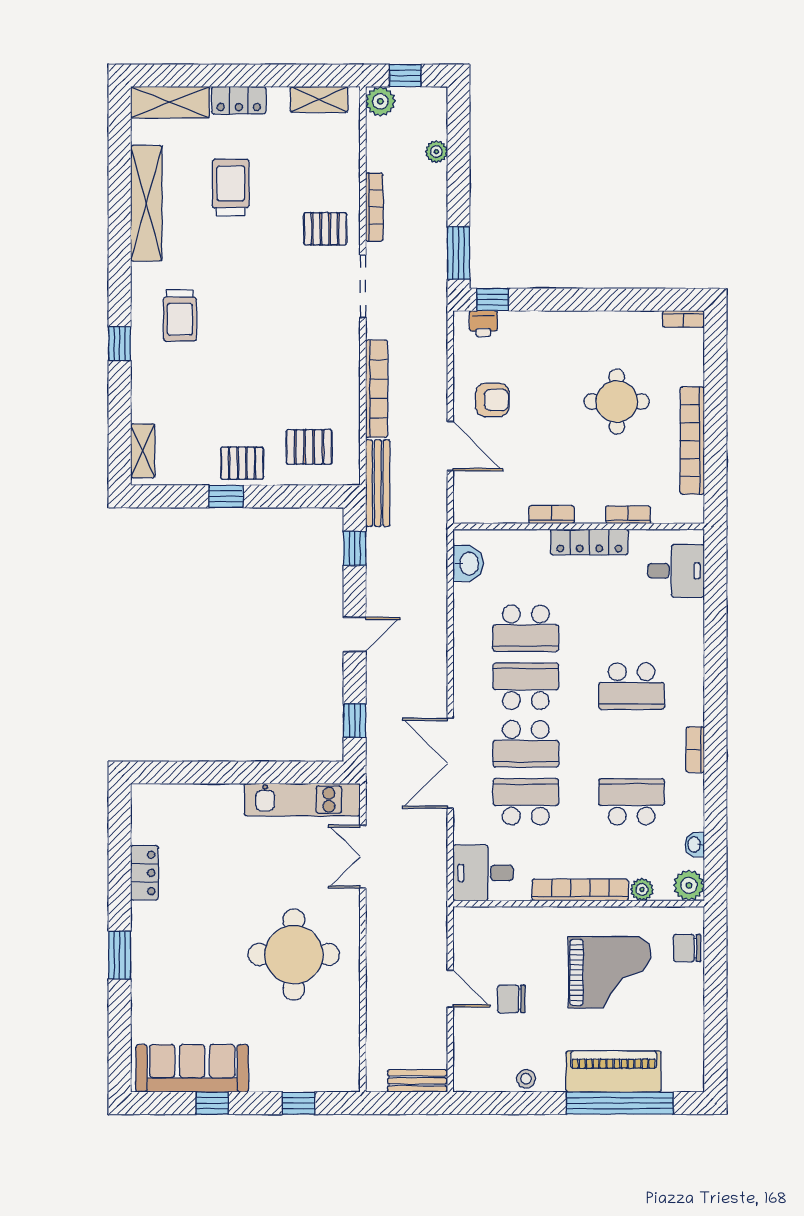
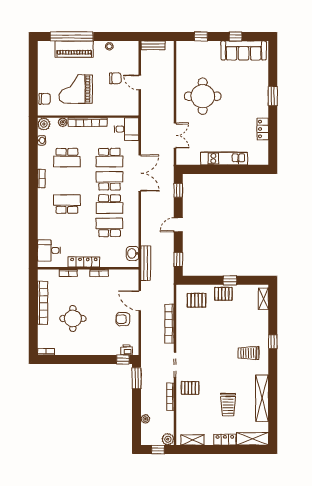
trolley: (180, 316) -> (248, 353), turned -90
bench: (378, 483) -> (146, 263), moved
kitchen unit: (302, 800) -> (224, 158), moved

